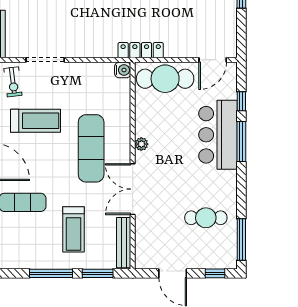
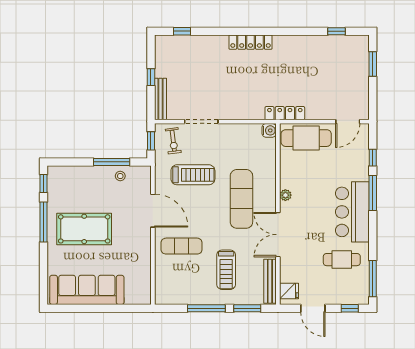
bar counter: (218, 135) -> (352, 212), moved
fridge: (145, 254) -> (289, 291), added

